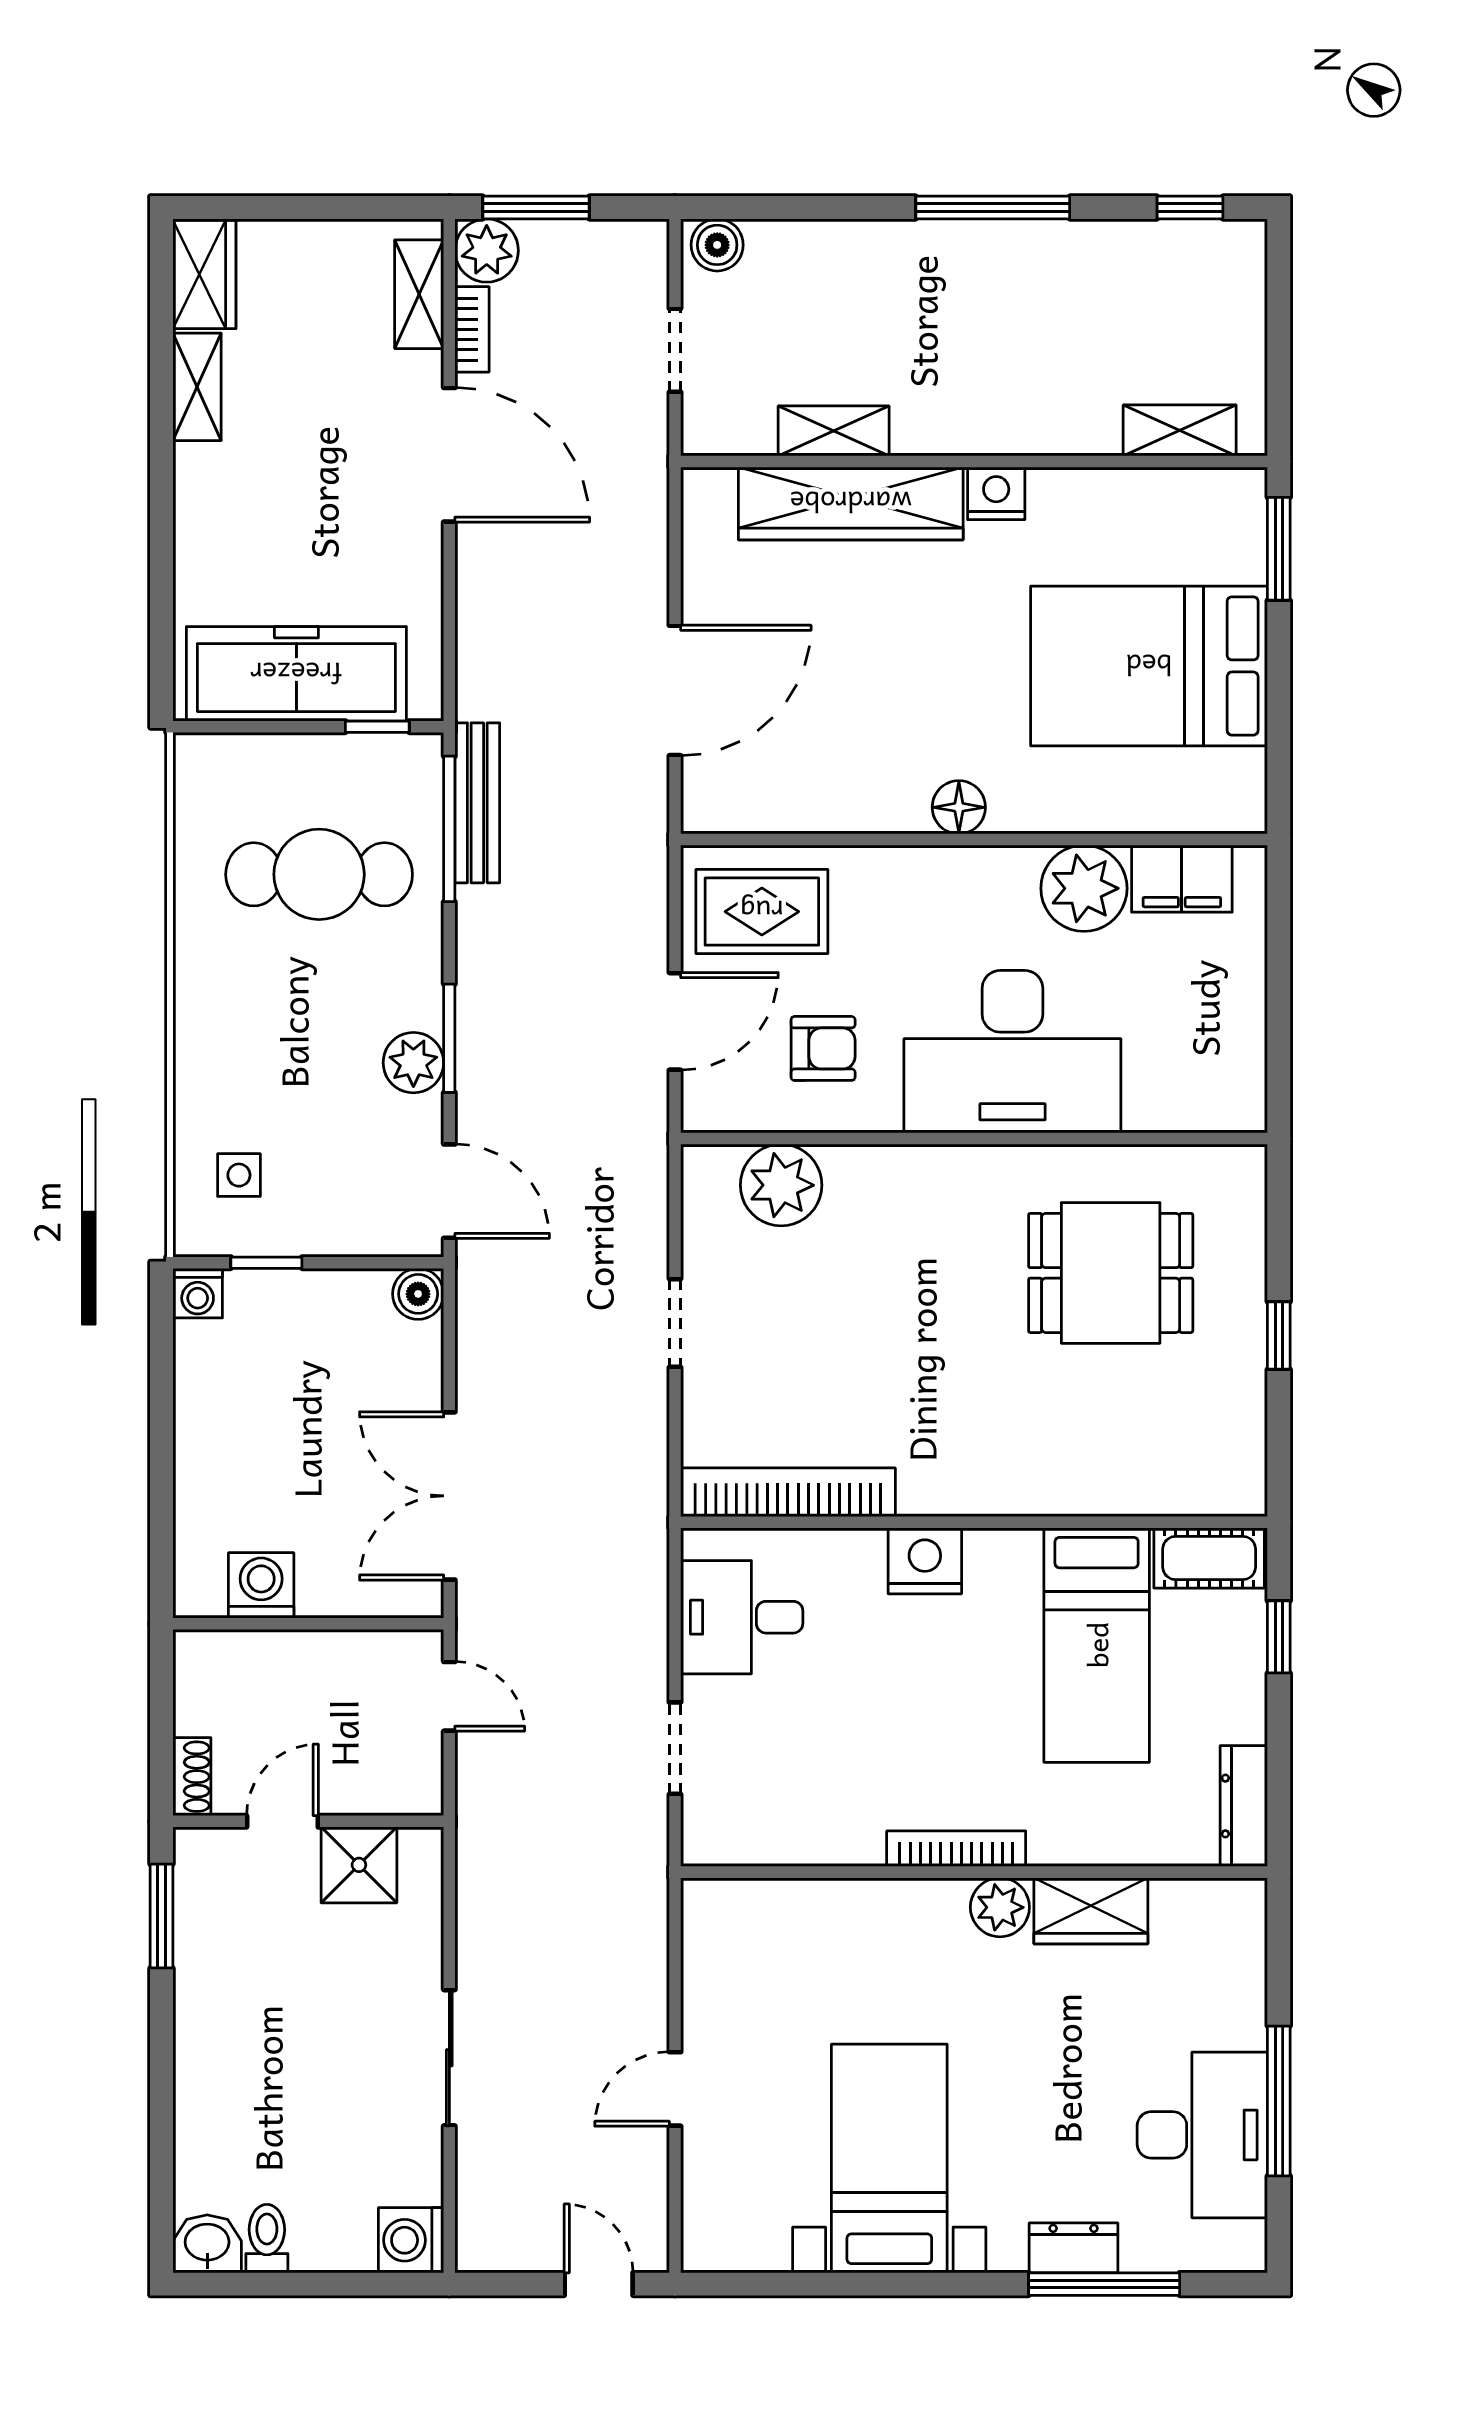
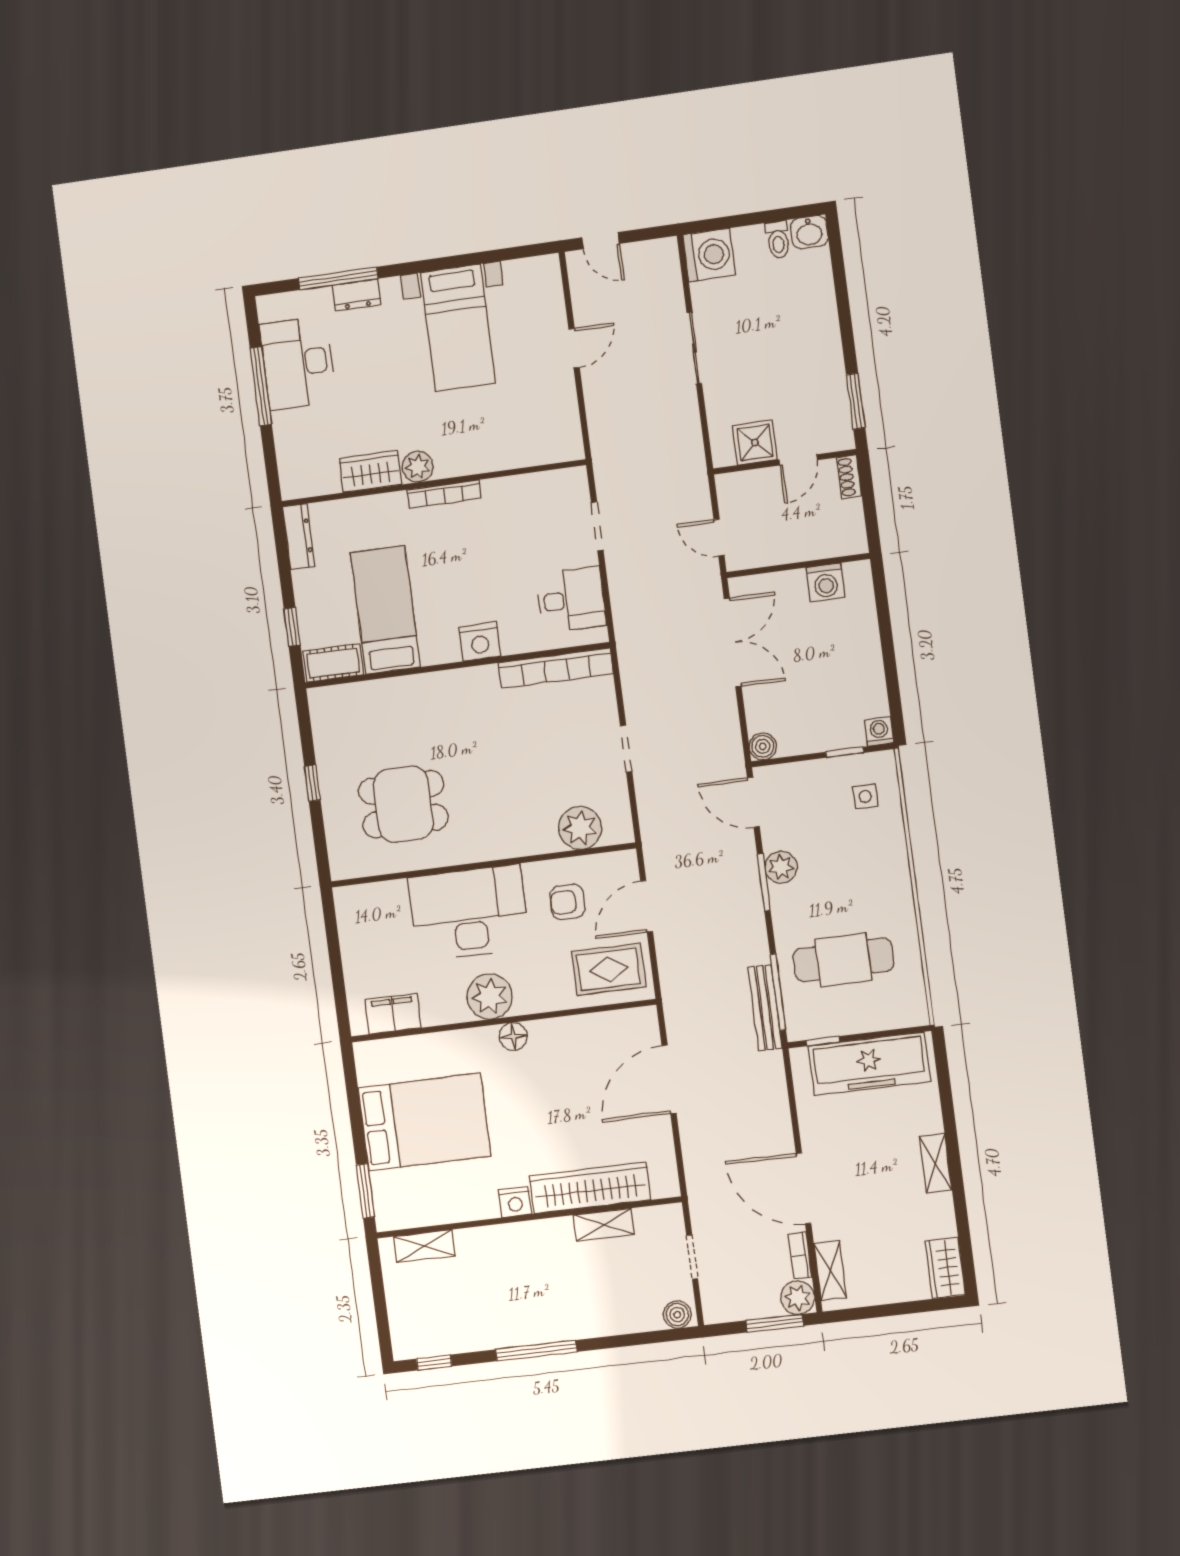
shelving: (197, 387) -> (935, 1163), moved
plant: (1084, 888) -> (490, 997), moved
washing machine: (411, 2240) -> (709, 255), width x1.37, depth x1.37

